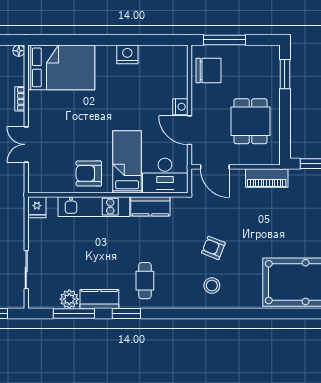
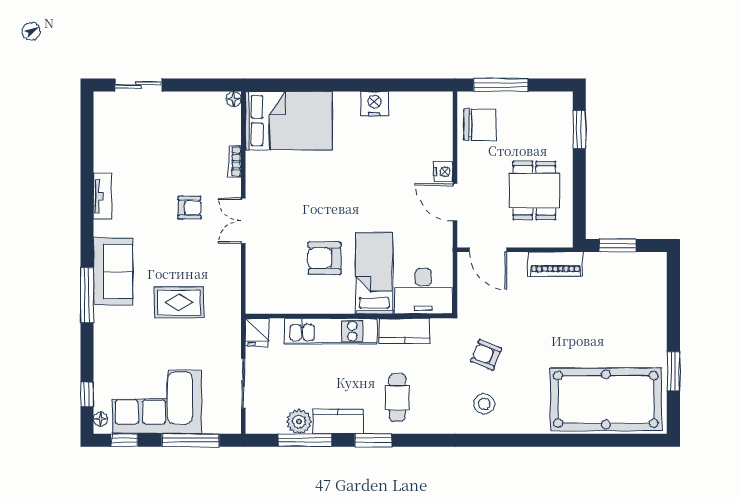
bed: (127, 162) -> (374, 273), moved
desk: (165, 176) -> (423, 291), moved
wall: (108, 195) -> (349, 316), moved
kitchen counter: (150, 206) -> (404, 331), moved
fridge: (37, 207) -> (257, 332), moved
kitchen unit: (94, 207) -> (331, 331), moved

